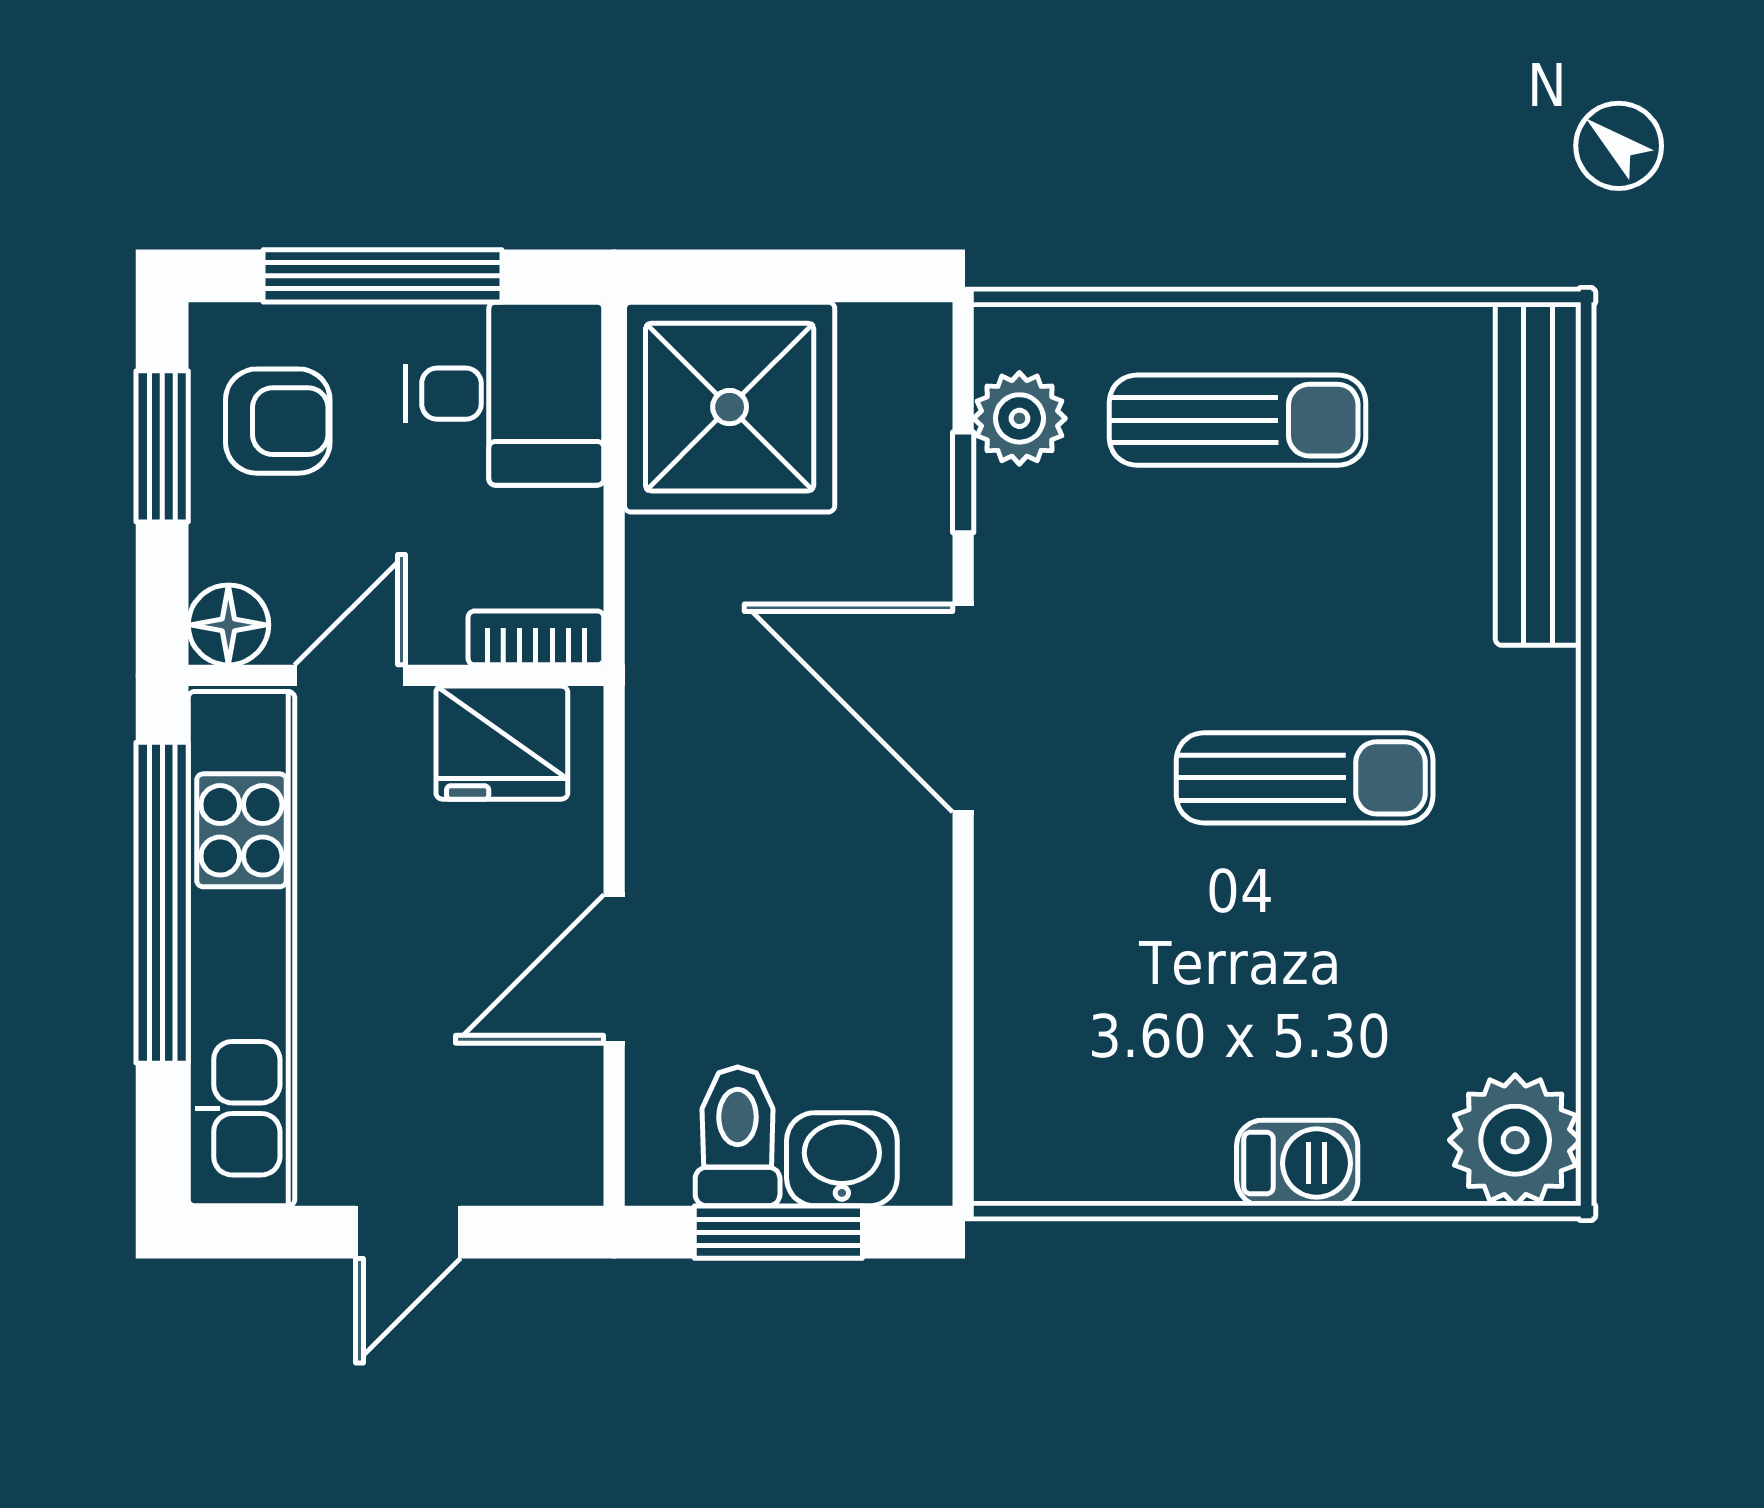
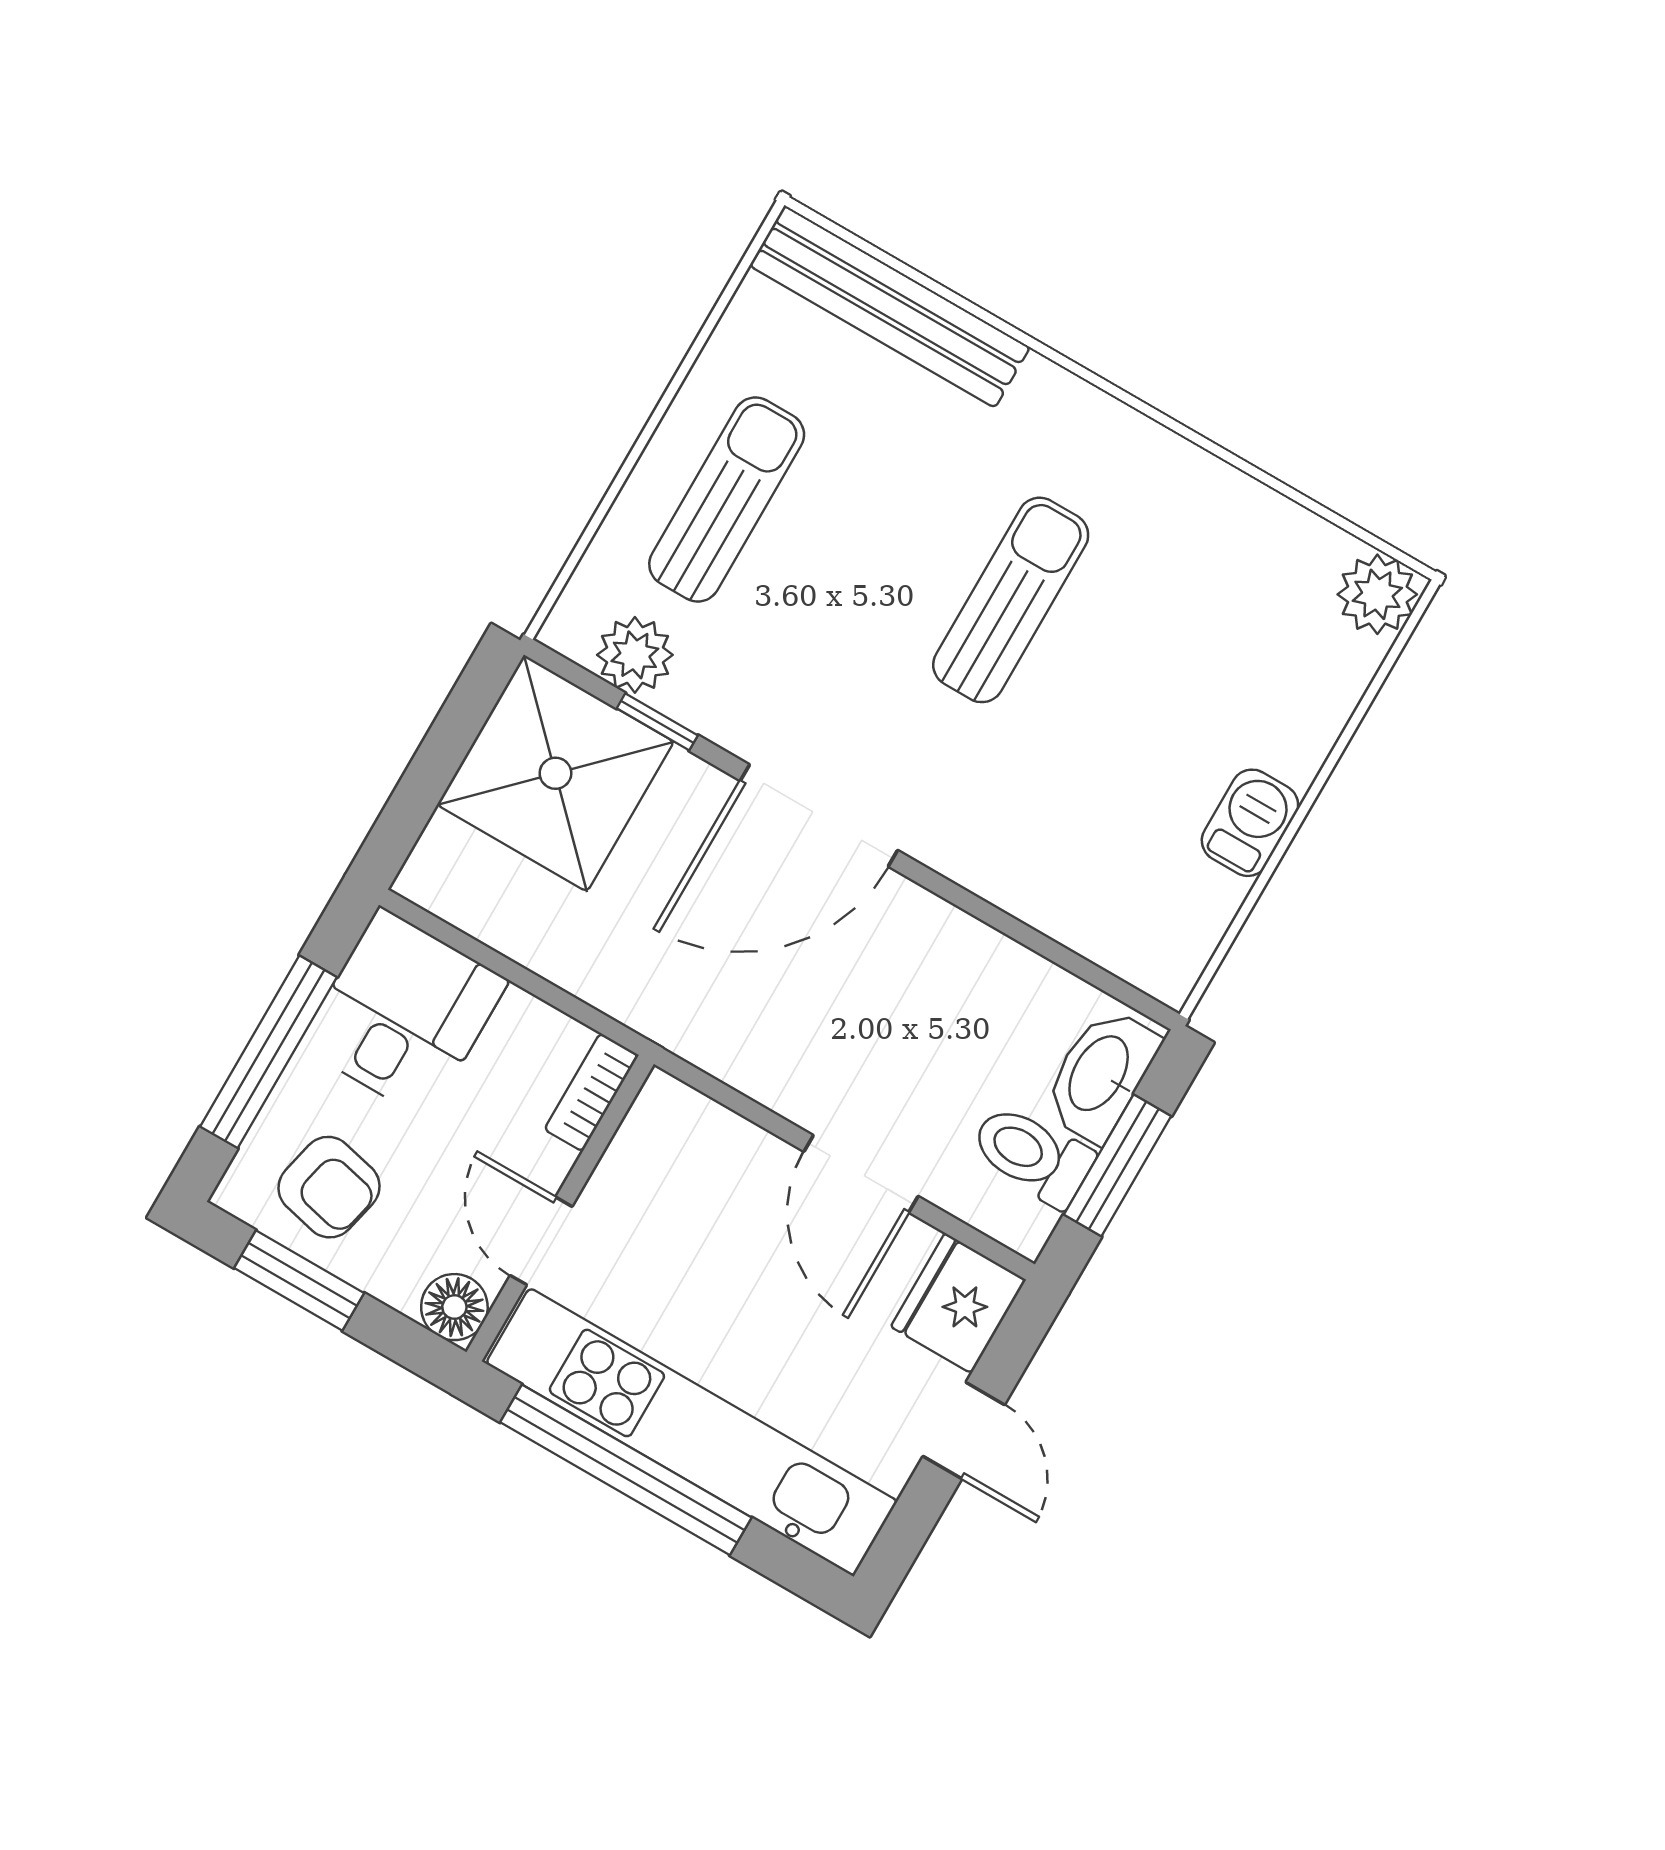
shower: (730, 407) -> (555, 773), moved
armchair: (278, 421) -> (329, 1187), turned 103
fridge: (502, 743) -> (958, 1303), moved, turned 180
plant: (1515, 1140) -> (1377, 594), width x0.73, depth x0.73
washbasin: (842, 1159) -> (1101, 1074), width x1.38
barbecue: (1297, 1163) -> (1250, 823), moved

